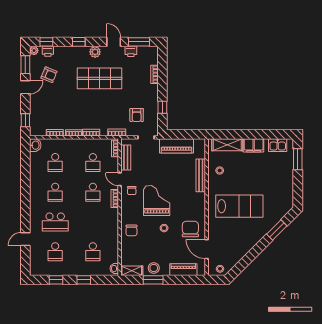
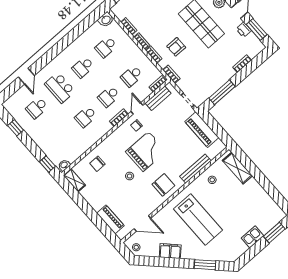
window: (162, 107) -> (222, 92), width x2.17
armchair: (137, 115) -> (176, 47), moved
filing cabinet: (254, 145) -> (170, 251), moved, turned 135
kitchen sink: (278, 145) -> (252, 237), moved, turned 90
chair: (190, 229) -> (163, 185), moved
chair: (131, 230) -> (97, 164), moved
door: (25, 239) -> (26, 76), swing flipped
door: (207, 249) -> (142, 223), swing flipped
school desk: (93, 252) -> (86, 117), moved
stool: (154, 268) -> (92, 195), removed
window: (84, 280) -> (47, 164), moved
window: (153, 280) -> (82, 203), removed

